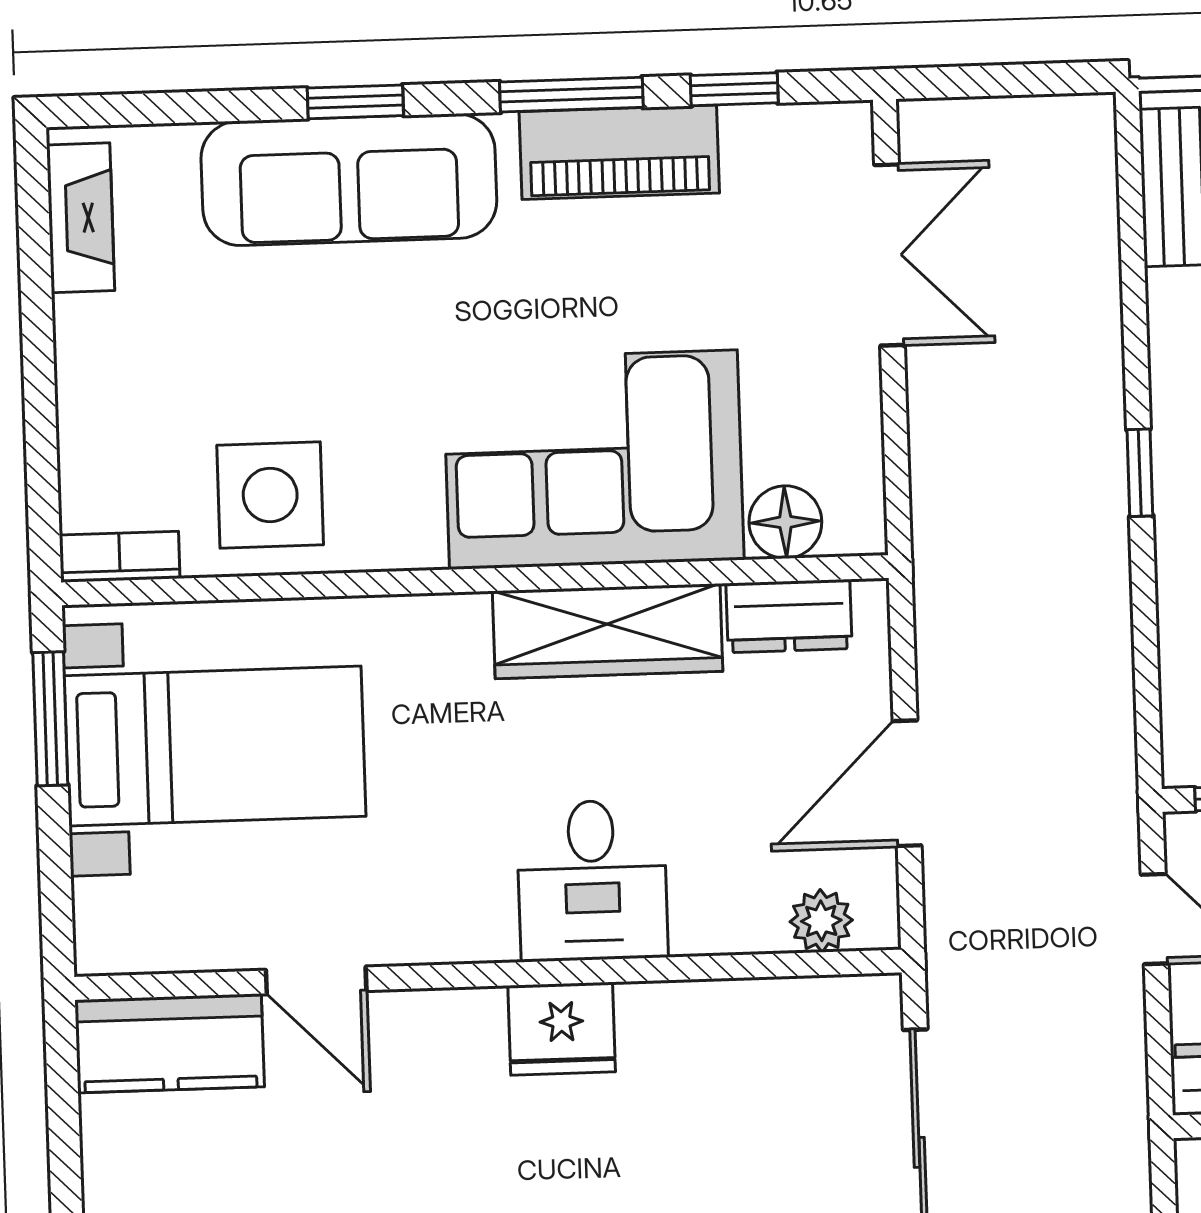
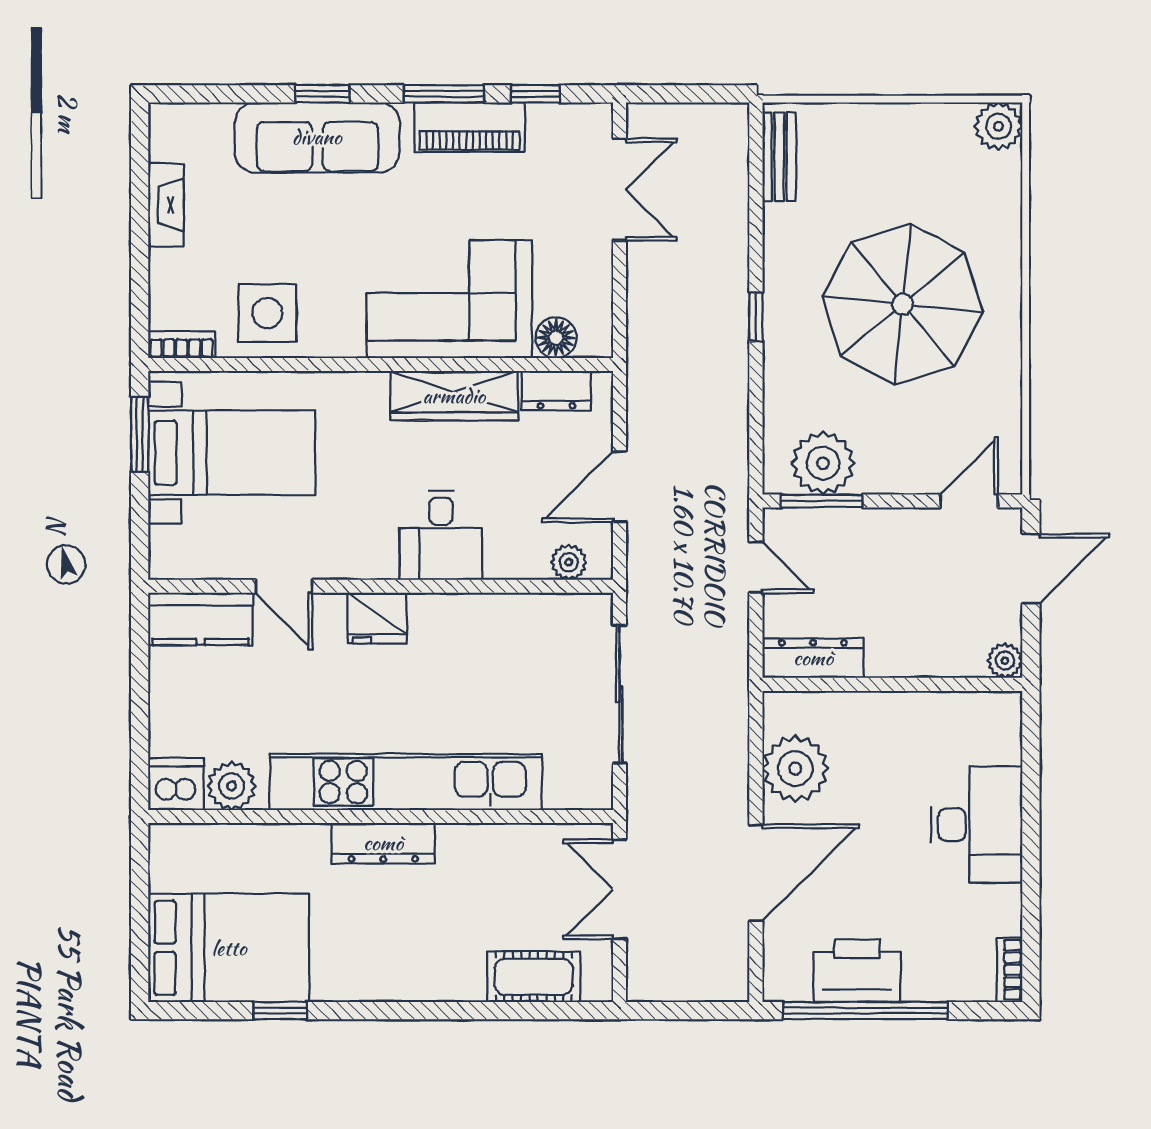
fireplace: (81, 218) -> (166, 205), moved
fridge: (562, 1029) -> (377, 618), moved

